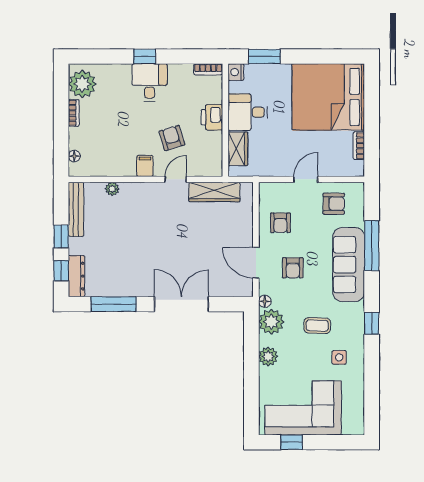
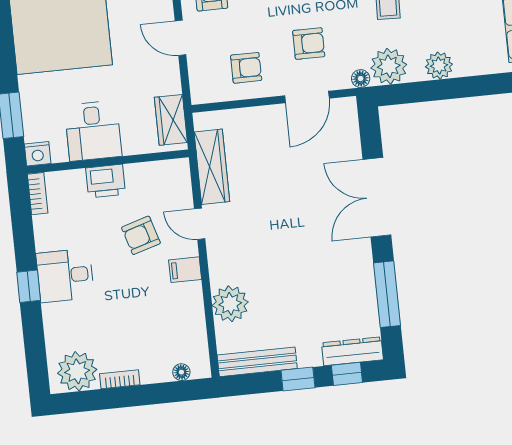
wardrobe: (238, 149) -> (171, 120), moved, turned -90
plant: (112, 189) -> (230, 304), width x1.88, depth x1.88

